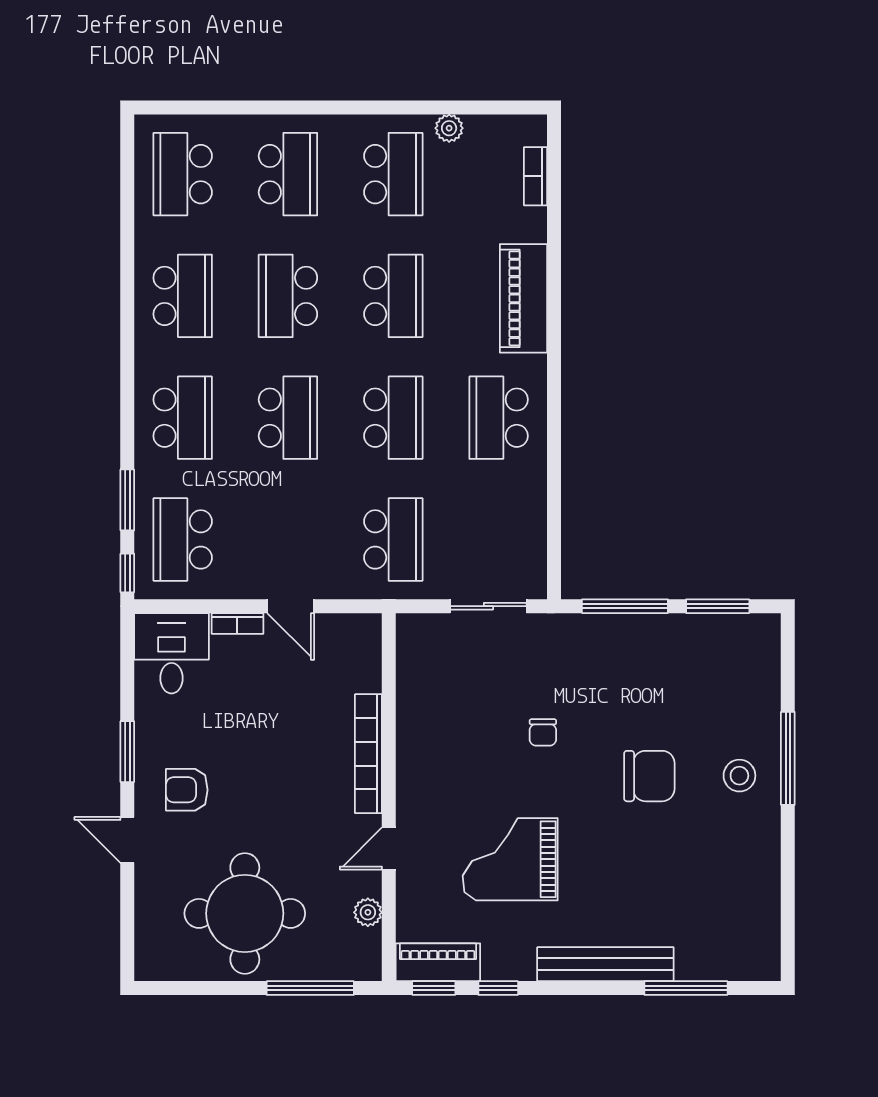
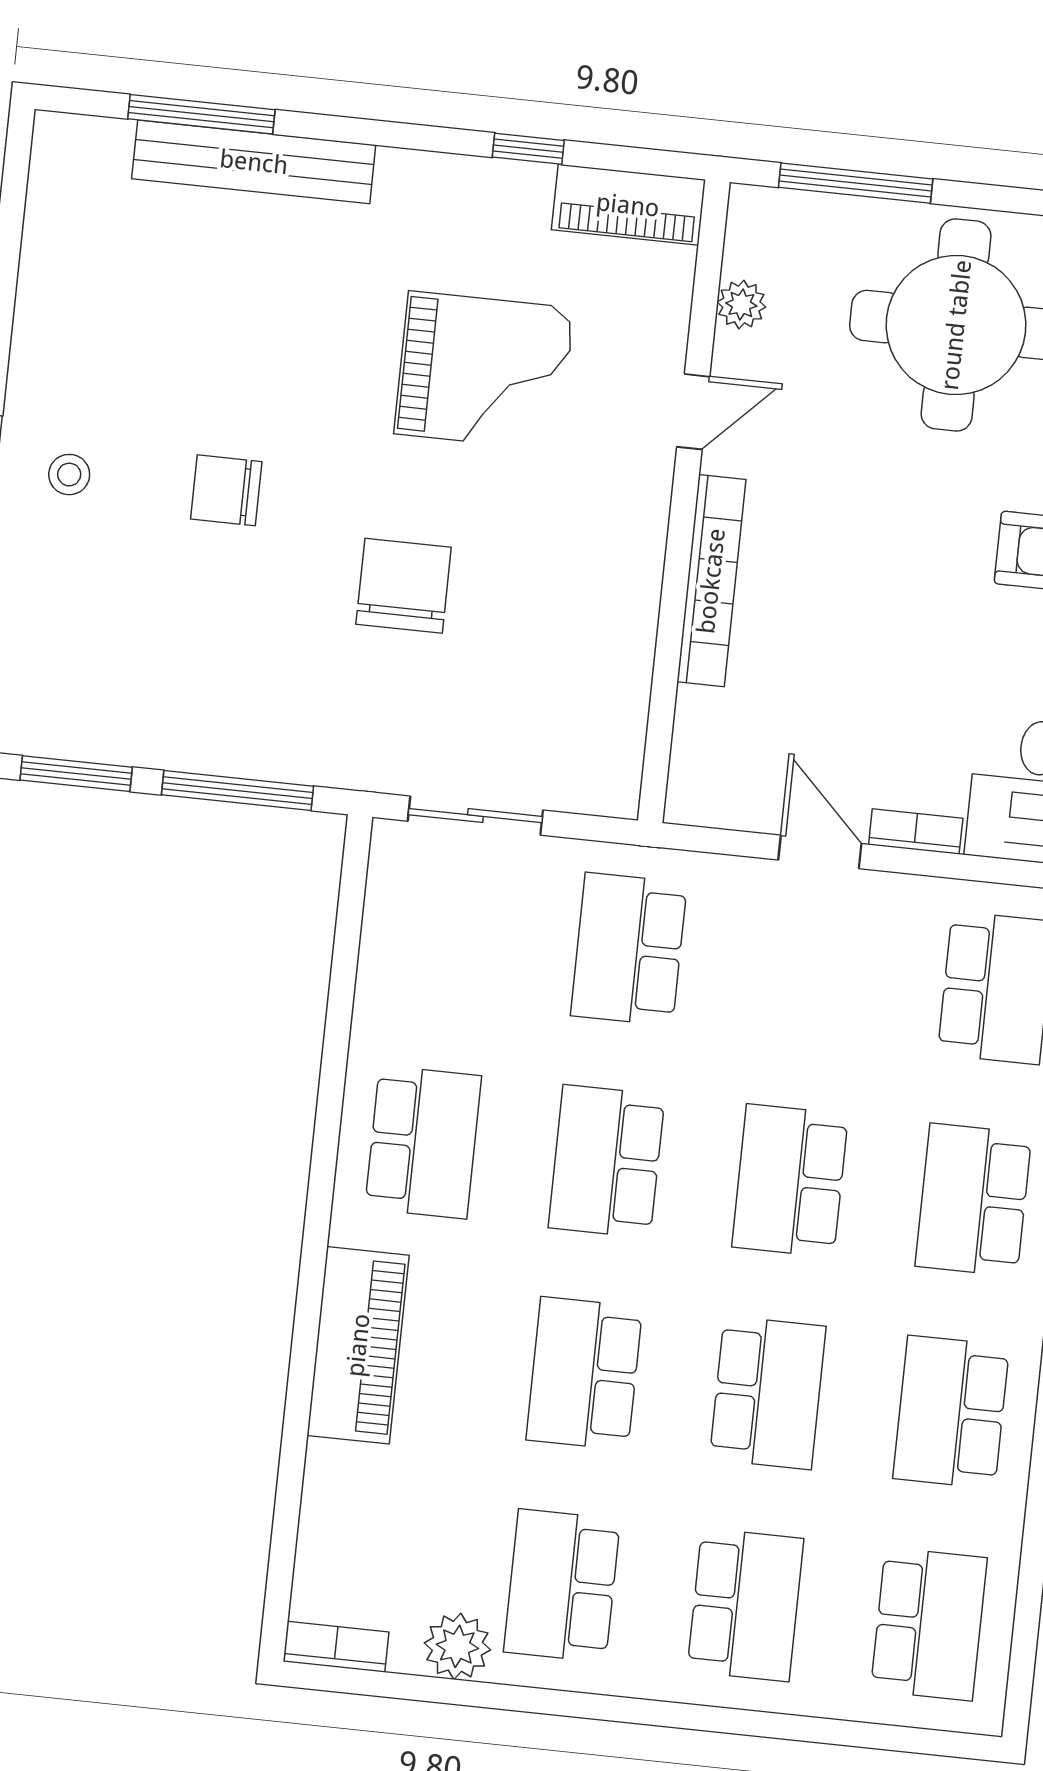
plant: (449, 128) -> (457, 1646), width x1.38, depth x1.38
school desk: (288, 174) -> (745, 1605), turned 180
bookcase: (535, 176) -> (336, 1647), moved, turned -90
chair: (543, 732) -> (404, 586), width x1.87, depth x1.87
chair: (649, 776) -> (226, 490), width x0.73, depth x0.73
stool: (739, 776) -> (69, 475), width x0.73, depth x0.73
bench: (605, 964) -> (254, 162), moved
window: (434, 988) -> (641, 160), removed

